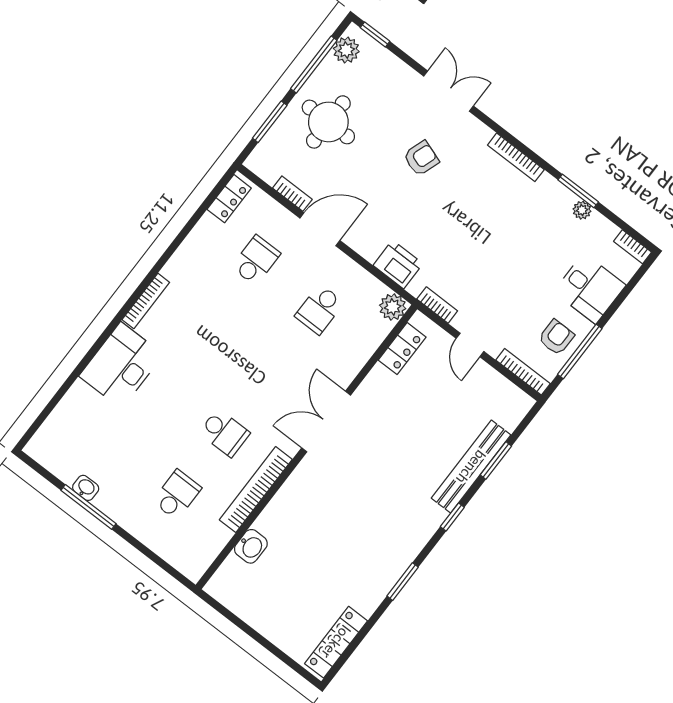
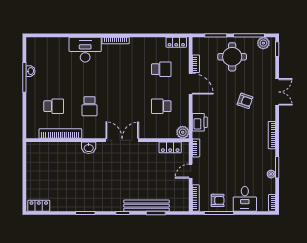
bookcase: (256, 490) -> (60, 134), moved
washbasin: (251, 546) -> (89, 148), moved
locker: (336, 642) -> (39, 206), width x0.66

